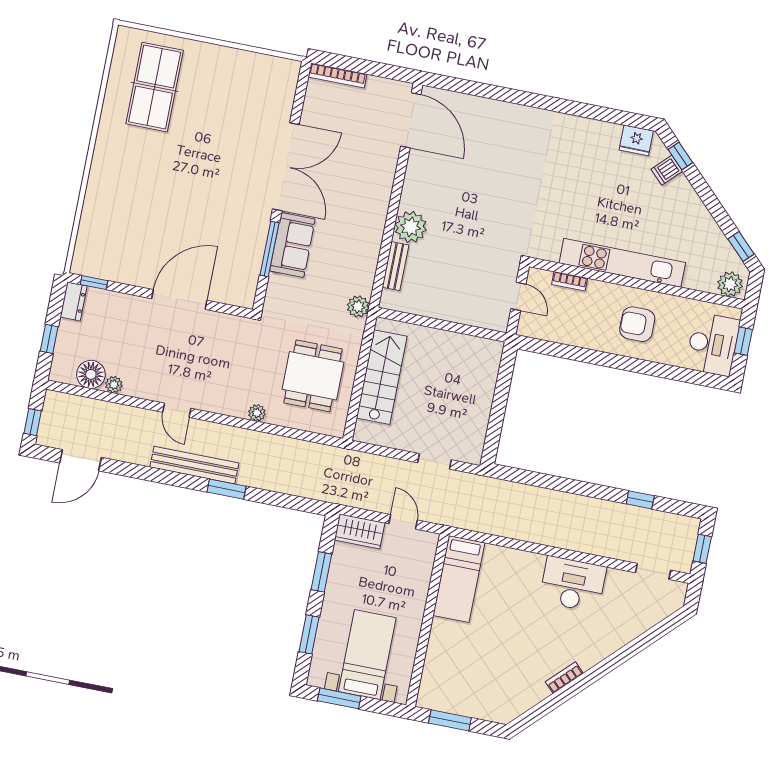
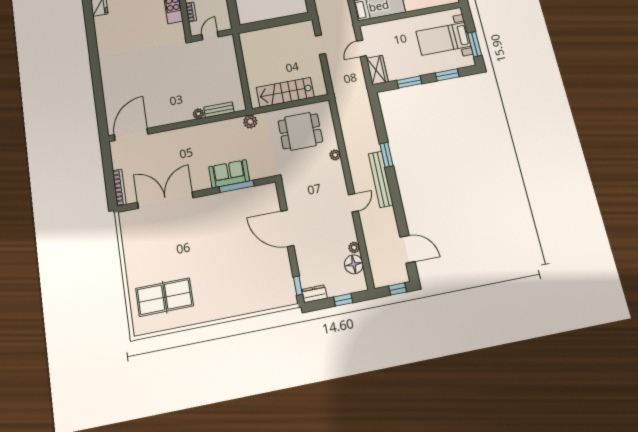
double door: (286, 167) -> (165, 200), moved
plant: (411, 227) -> (198, 114), width x0.53, depth x0.53

